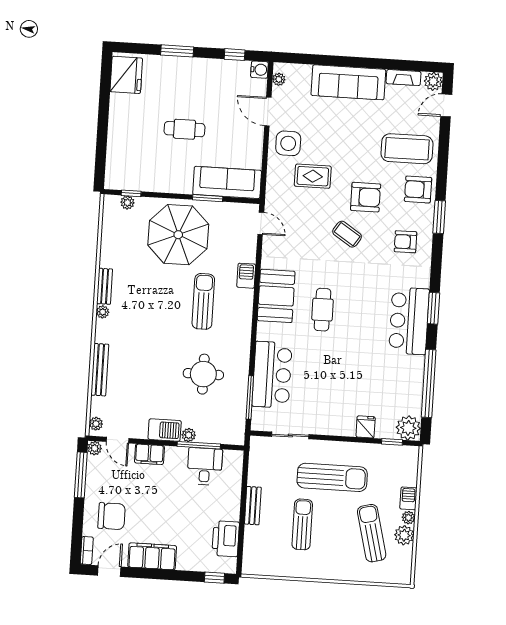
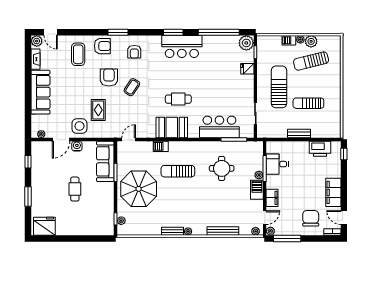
water cooler: (259, 70) -> (77, 146), moved
coffee table: (407, 149) -> (78, 54), width x0.73, depth x0.76
armchair: (418, 189) -> (102, 46), turned -90

